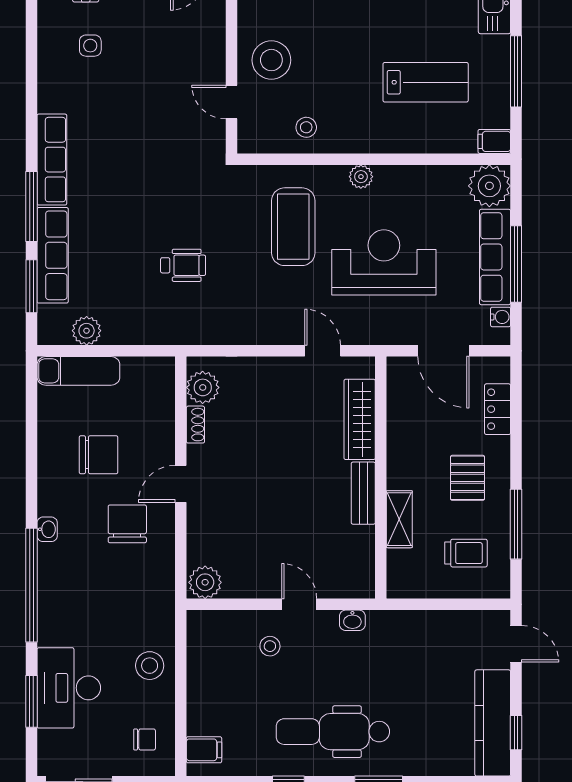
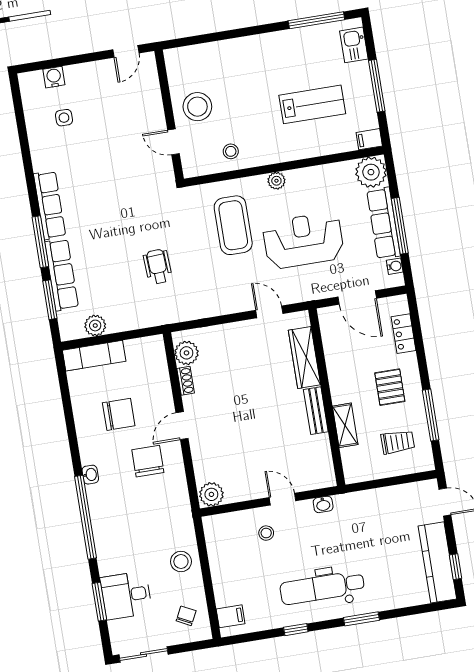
wheelchair: (183, 265) -> (158, 266), turned -93
desk: (69, 688) -> (126, 595), width x0.73
chair: (145, 739) -> (186, 616), turned -63

